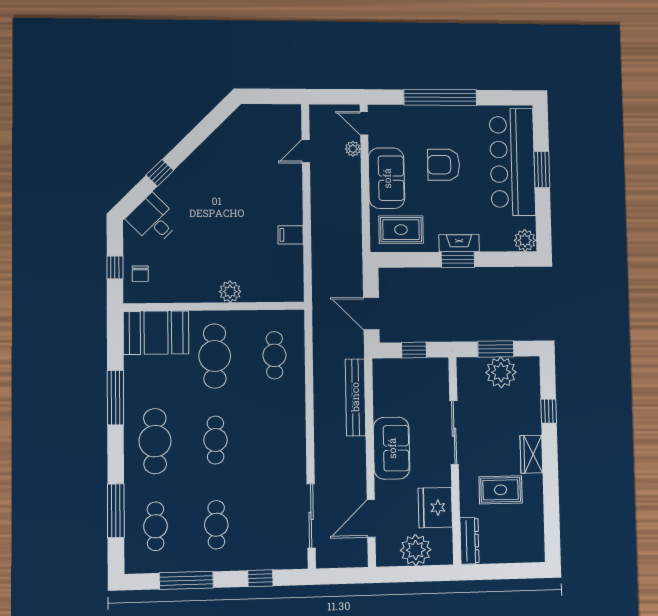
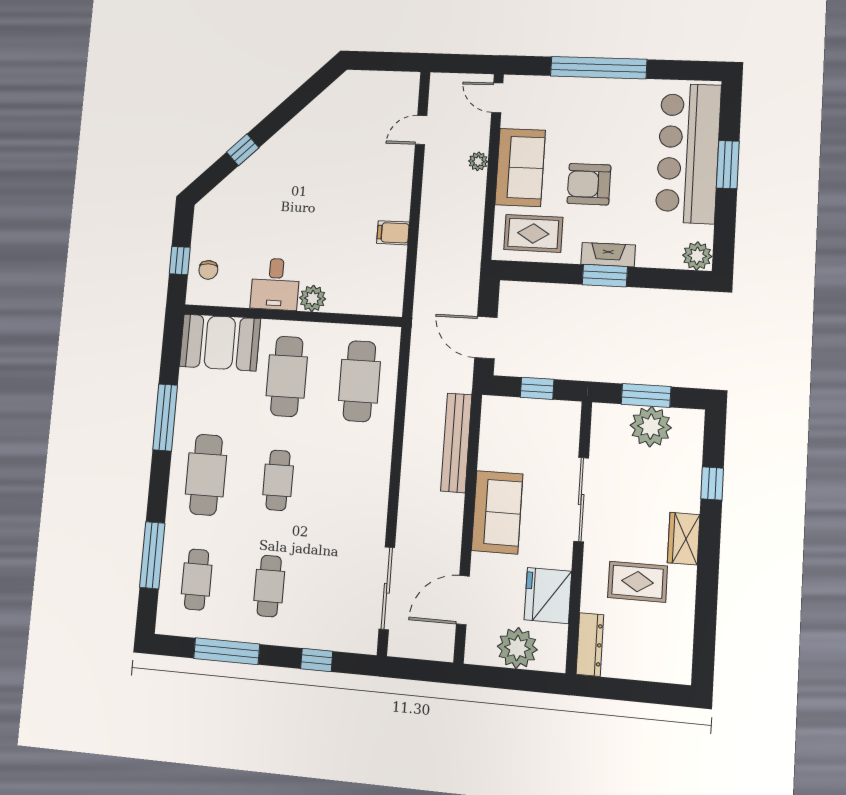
plant: (353, 149) -> (478, 161), moved
armchair: (444, 165) -> (589, 184), moved
desk: (153, 220) -> (275, 284), moved, turned -135
cafe table: (274, 355) -> (359, 381), width x1.37, depth x1.35

